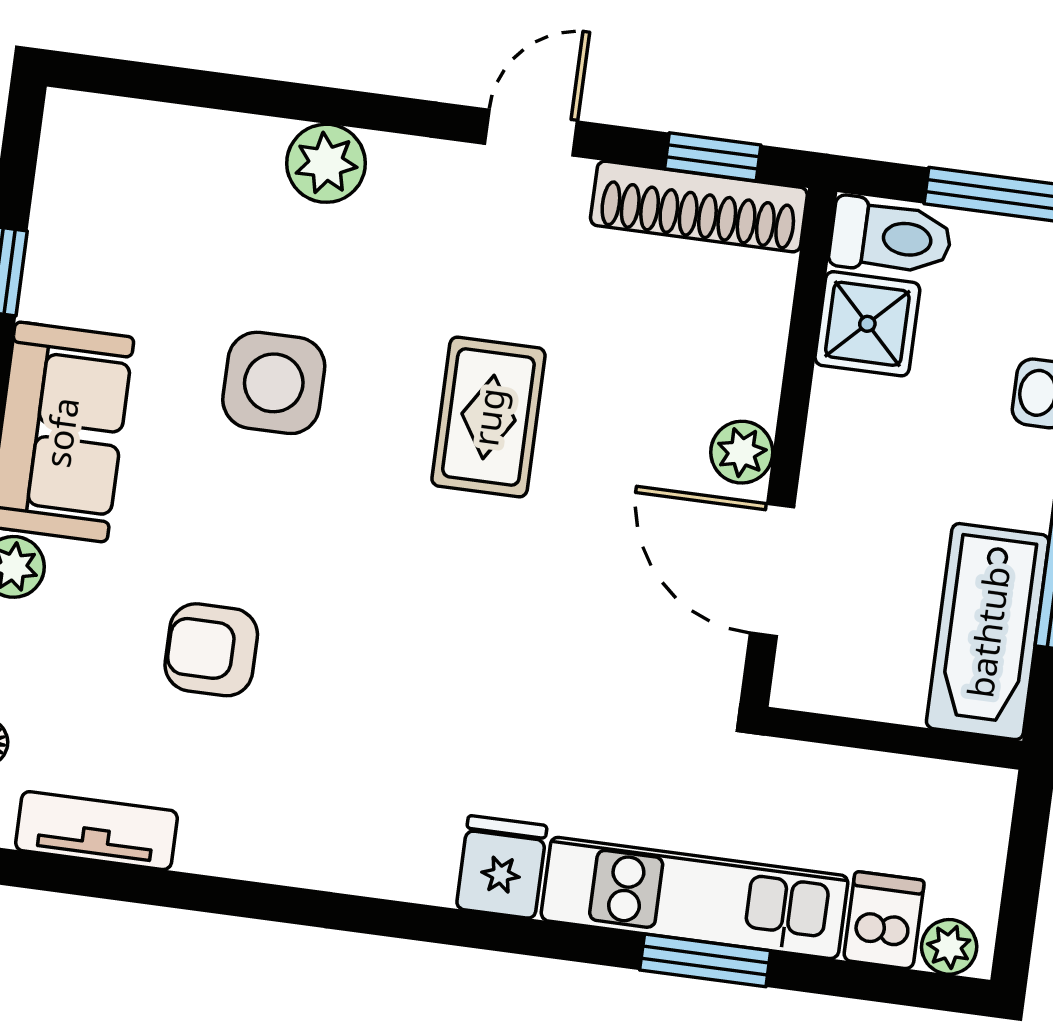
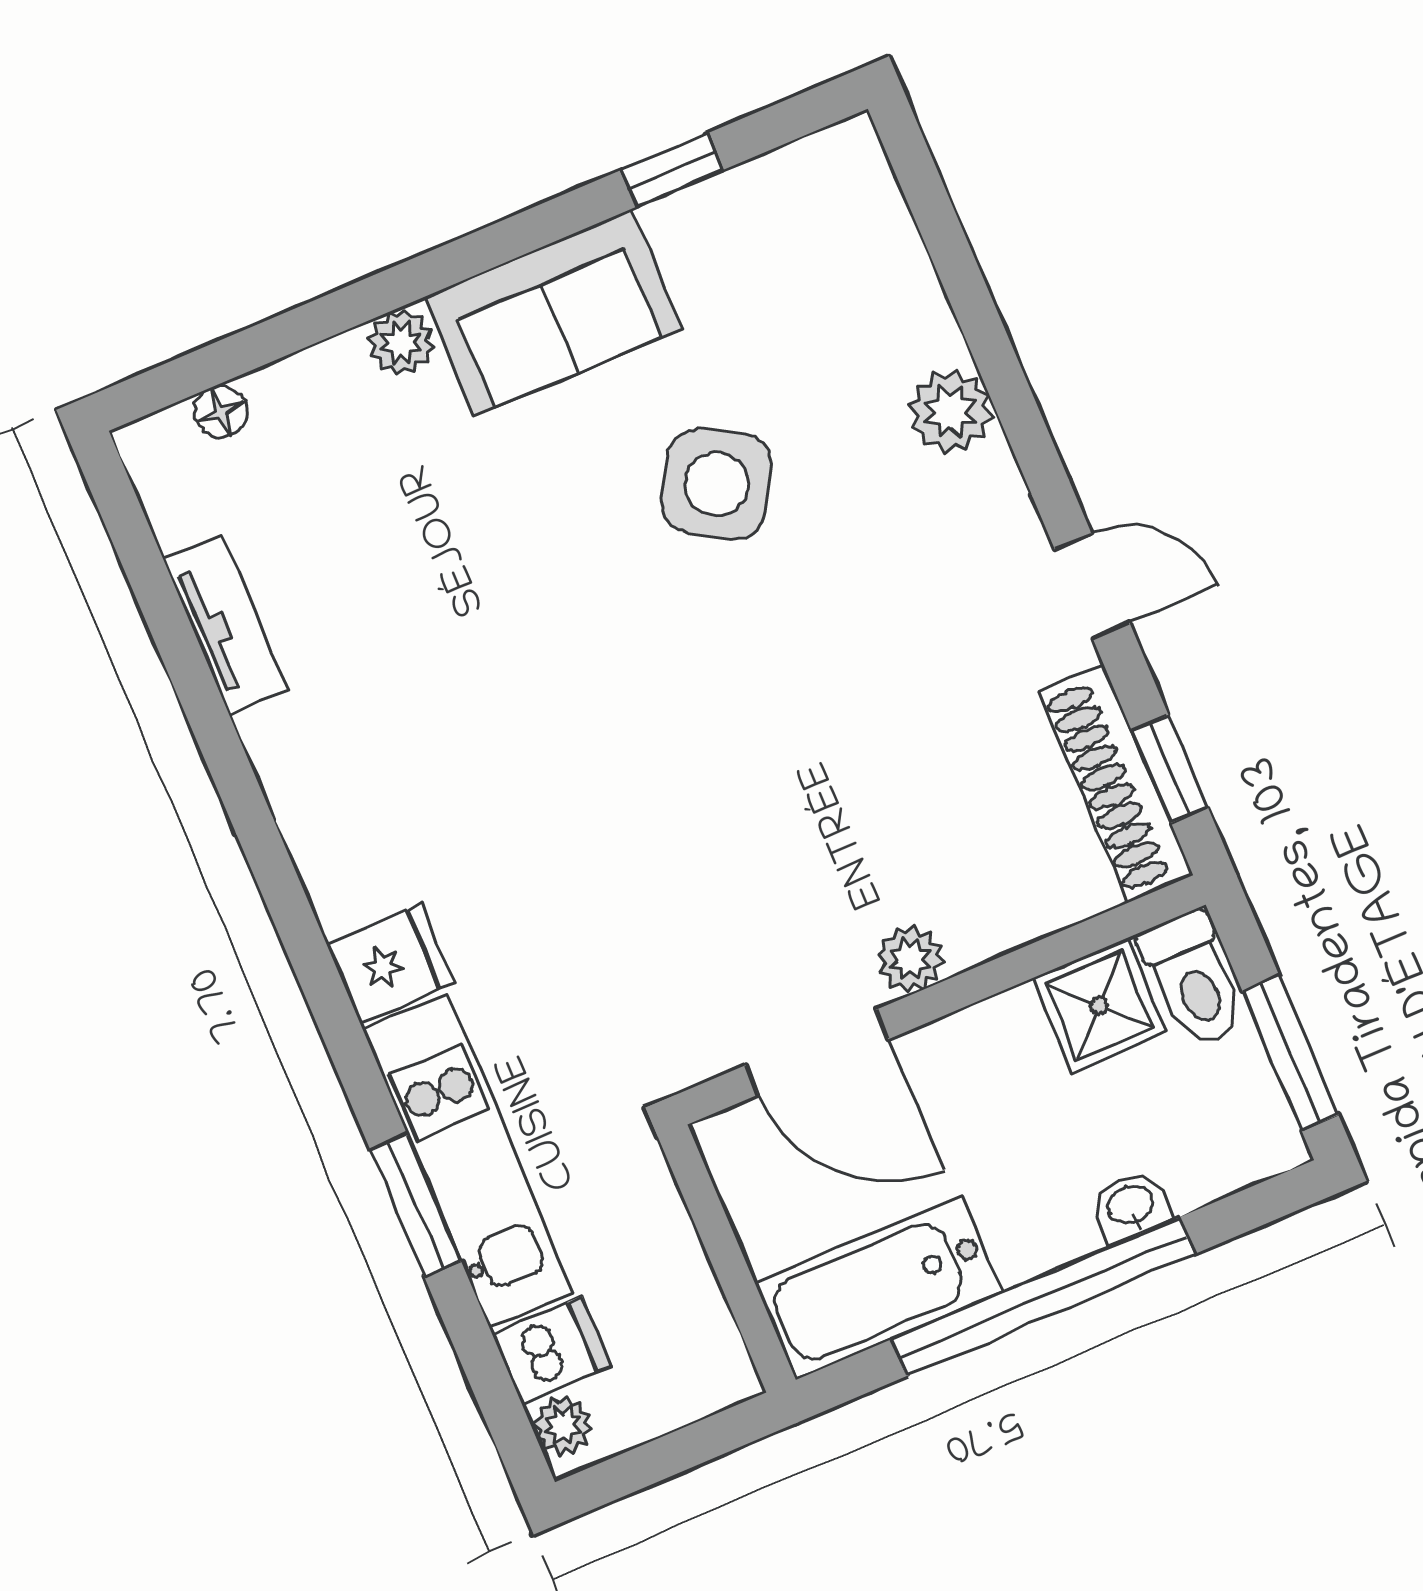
side table: (274, 383) -> (717, 484), turned 31
rug: (488, 417) -> (803, 703), removed
door: (772, 570) -> (817, 1052), swing flipped
armchair: (211, 650) -> (433, 573), removed
tv unit: (97, 831) -> (226, 624), moved

